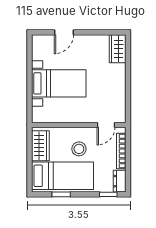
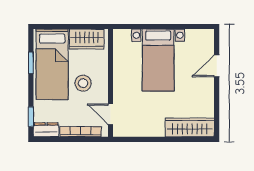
door: (64, 32) -> (217, 66), hinge flipped
wardrobe: (118, 49) -> (190, 127), width x1.50

